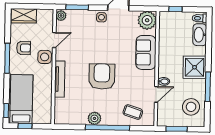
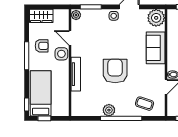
door: (54, 40) -> (70, 38), swing flipped

